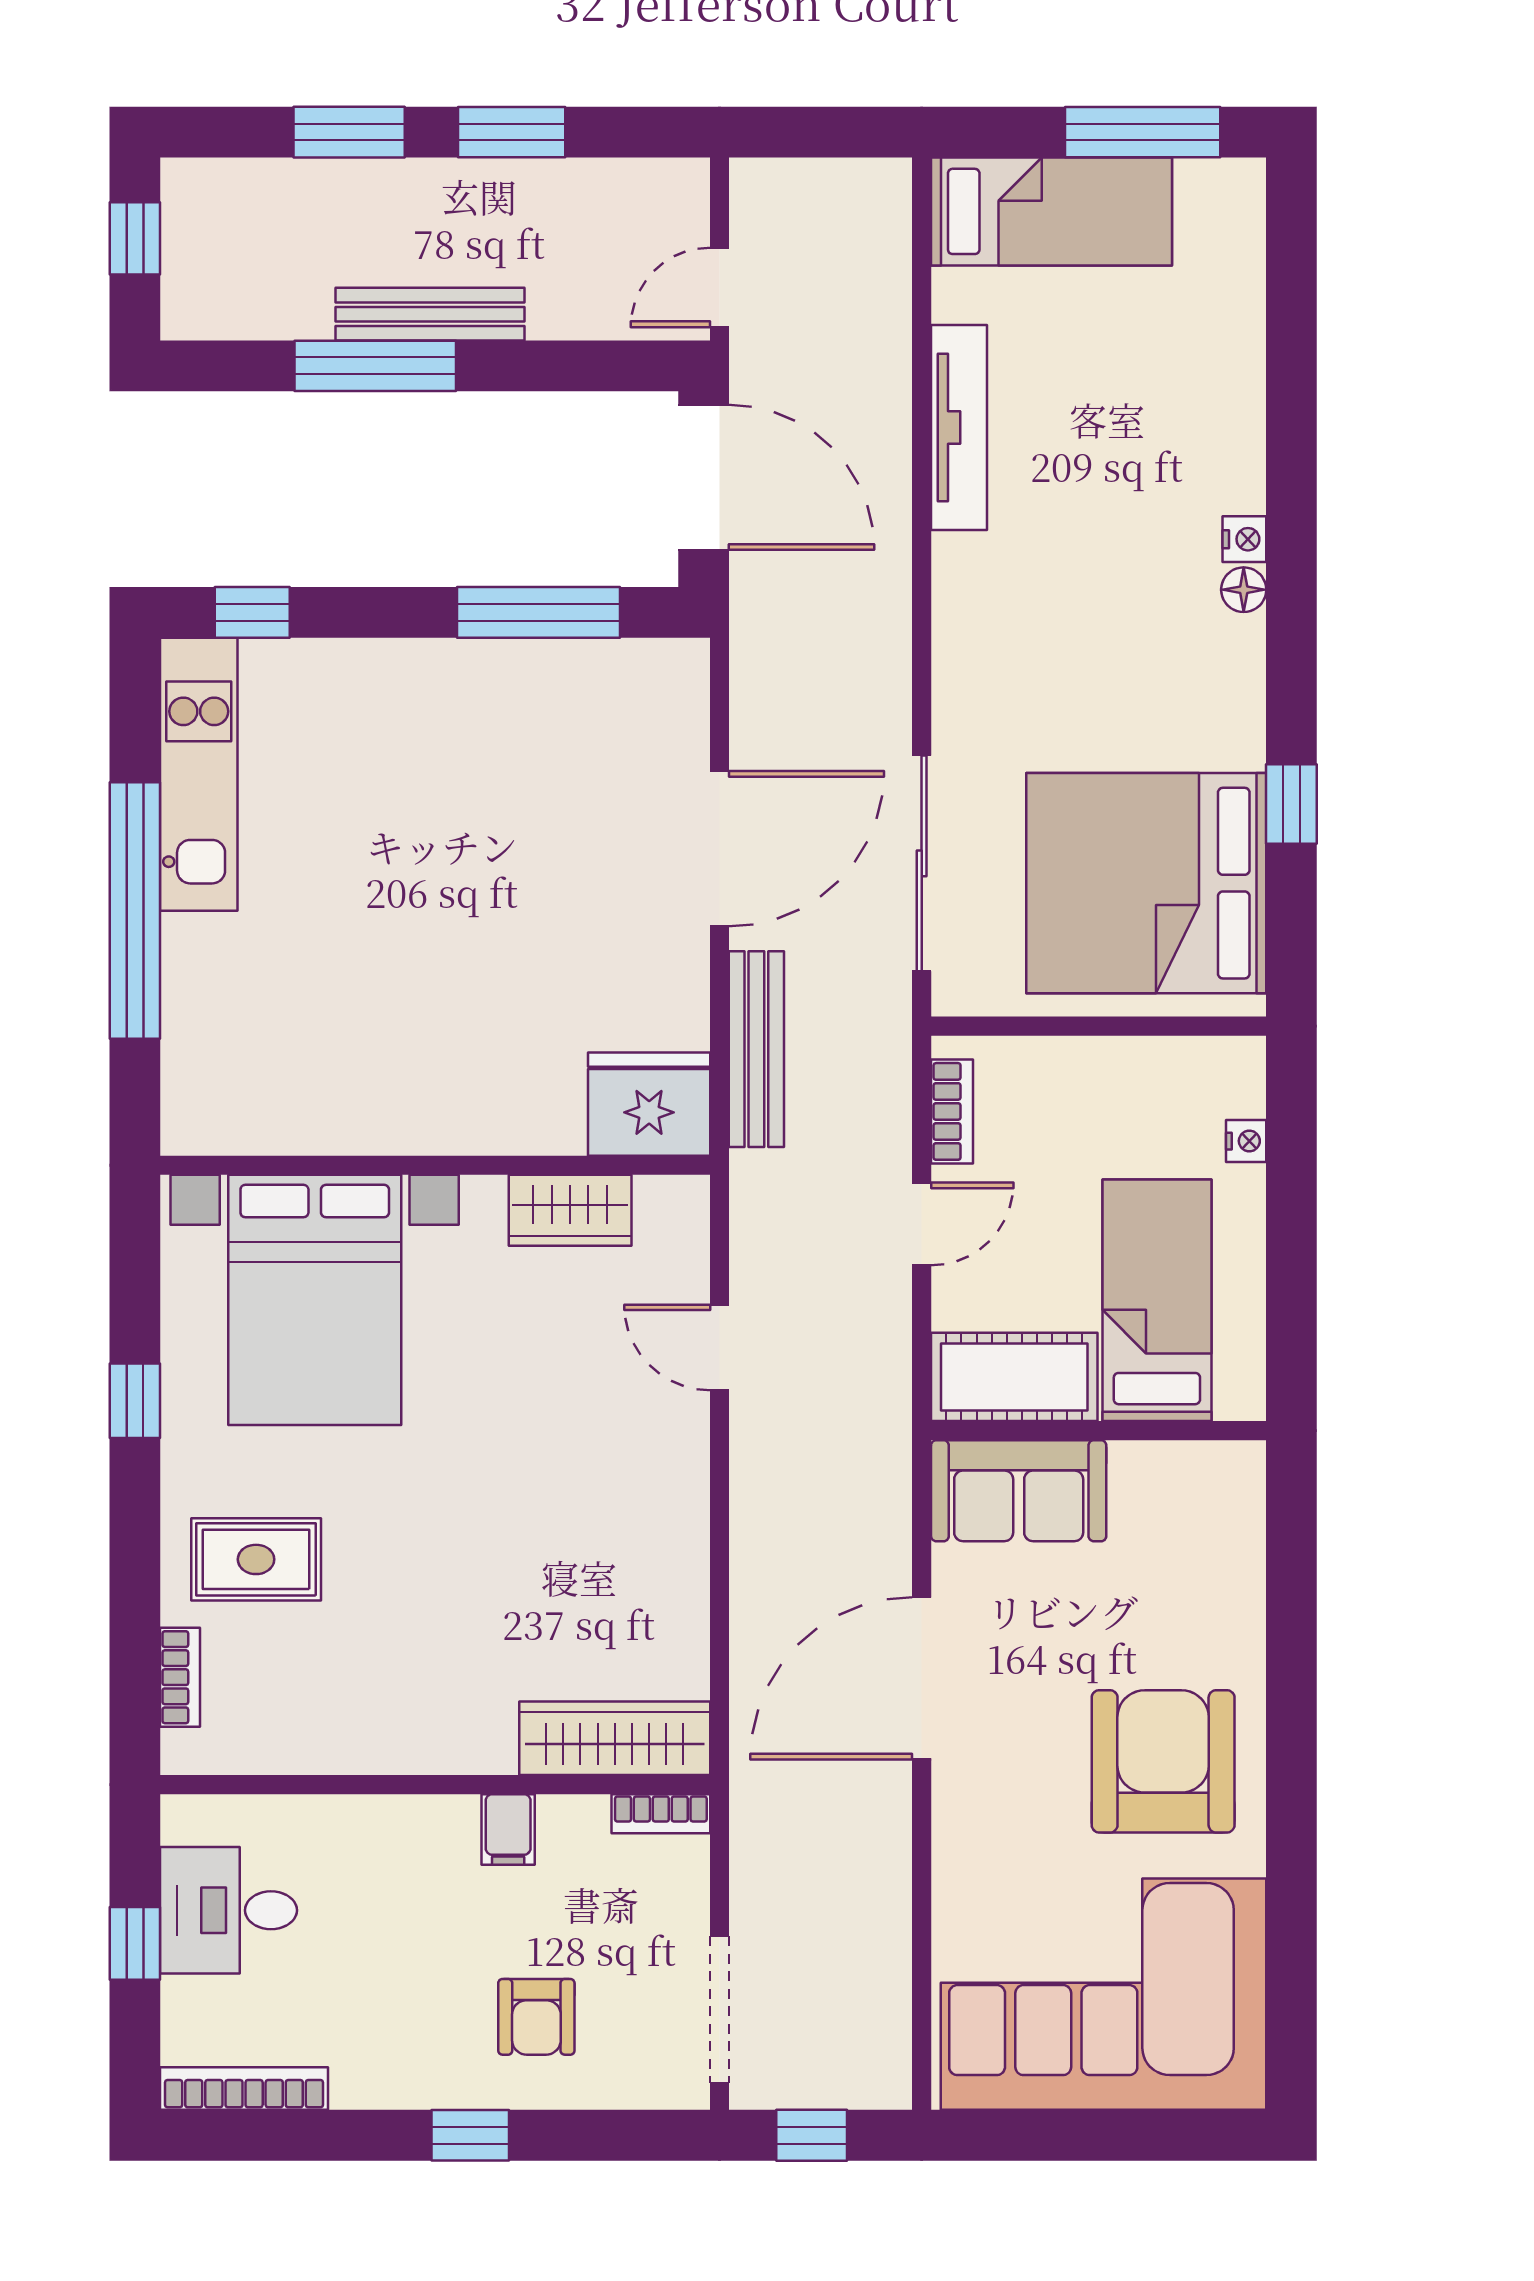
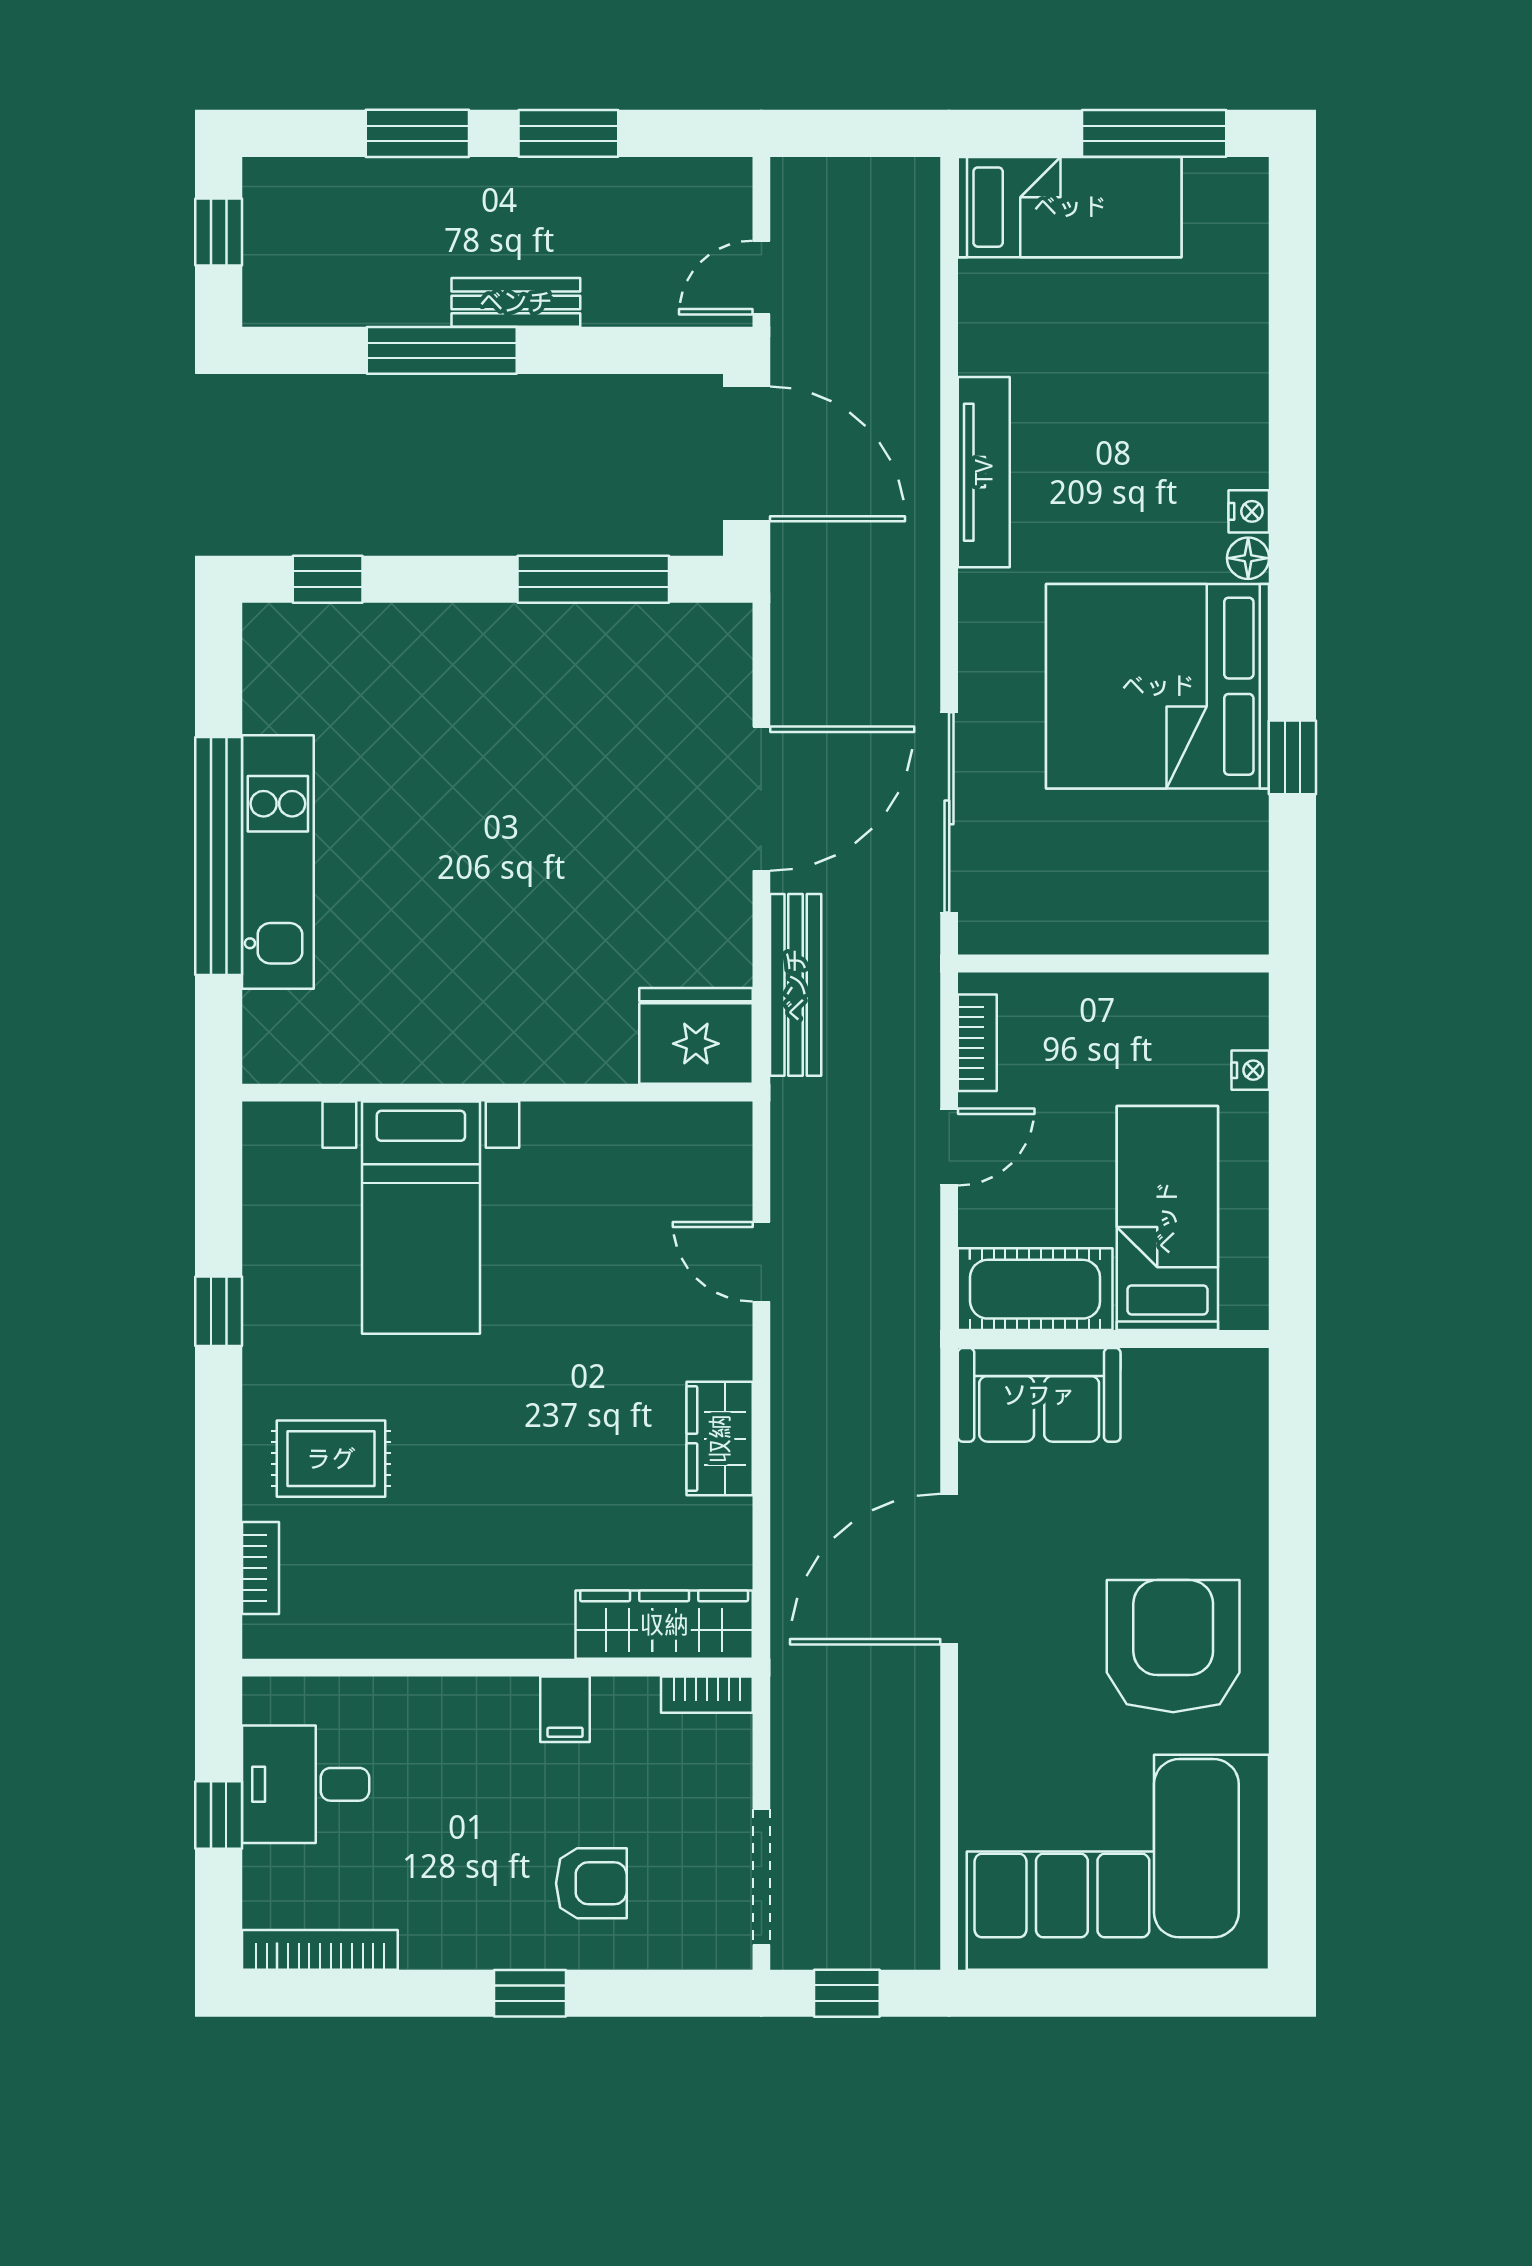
bench: (430, 314) -> (516, 302), width x0.73
tv unit: (959, 427) -> (984, 472), moved
kitchen unit: (199, 774) -> (278, 862), moved
bed: (1146, 883) -> (1158, 686), moved
wardrobe: (570, 1210) -> (720, 1439), moved, turned 90
bed with nightstands: (315, 1300) -> (421, 1218), width x0.73
armchair: (536, 2017) -> (591, 1883), turned -90

